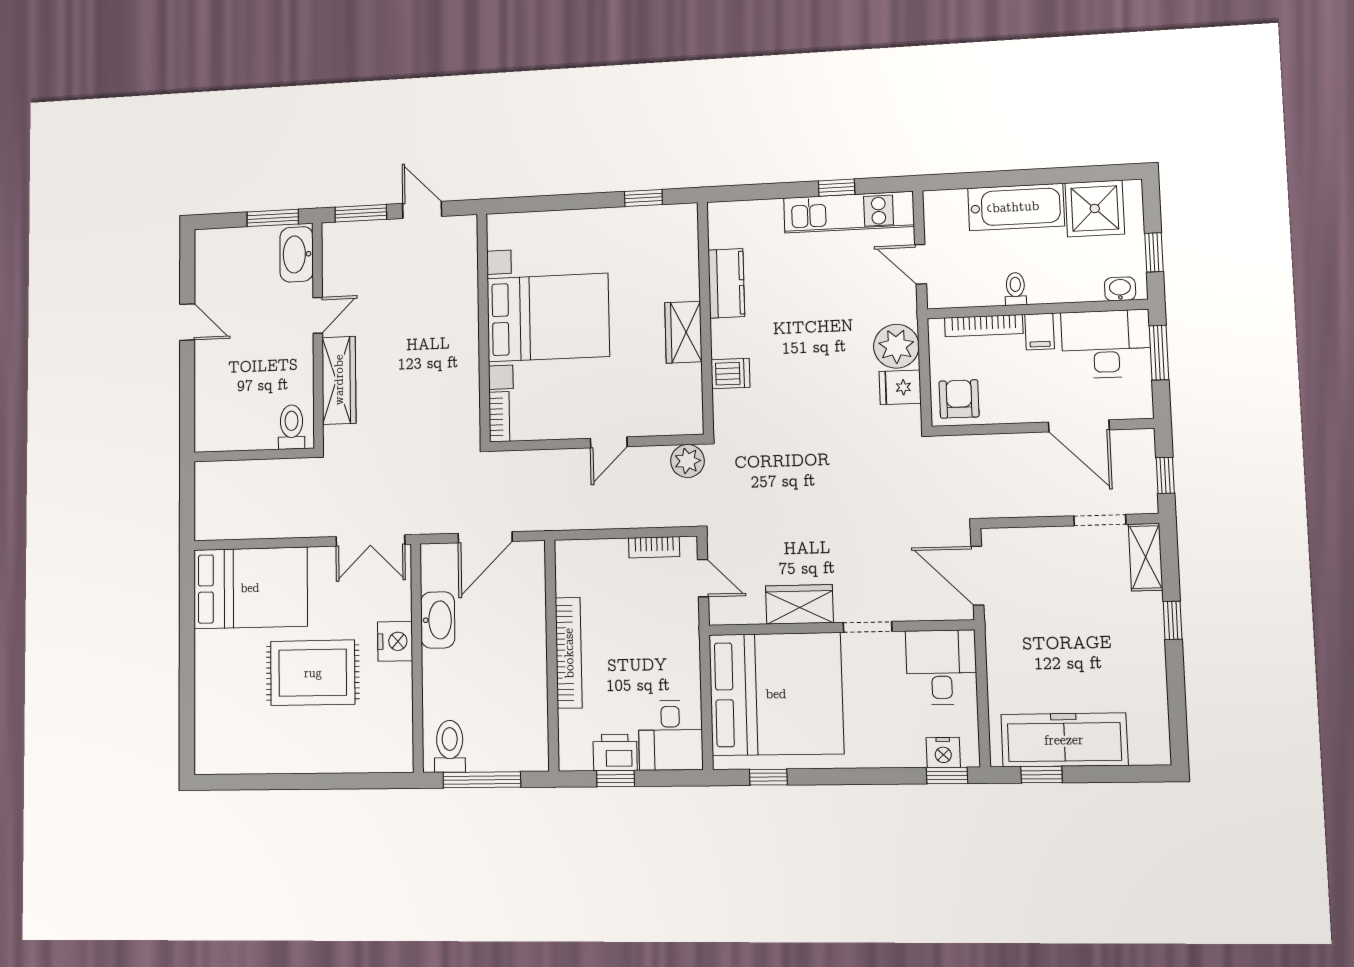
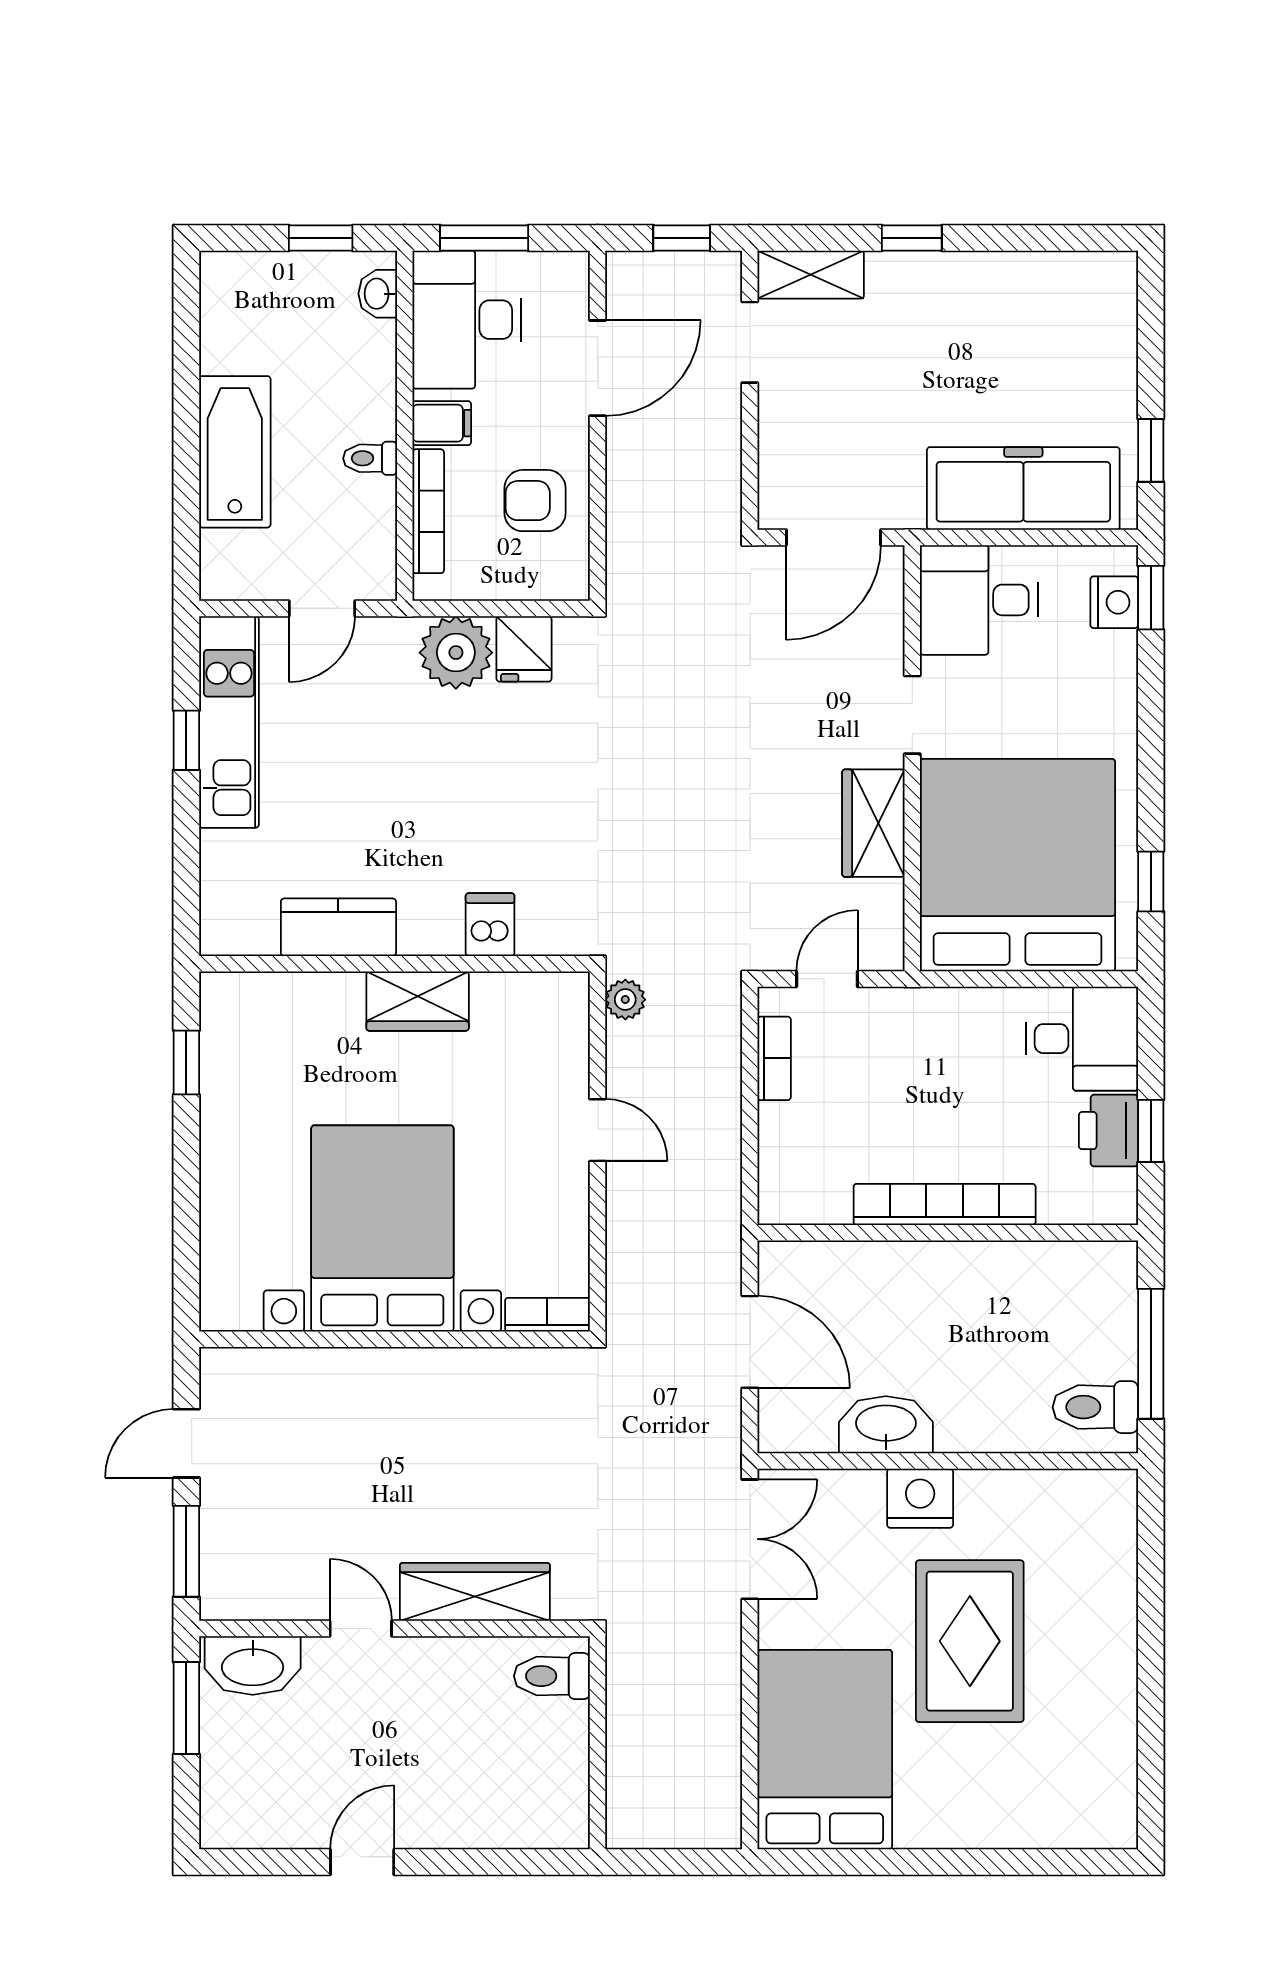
shower: (1095, 208) -> (244, 327), removed
armchair: (959, 399) -> (535, 501), moved
plant: (687, 461) -> (625, 1000), width x0.73, depth x0.73
freezer: (1064, 740) -> (1023, 488), moved, turned 90

